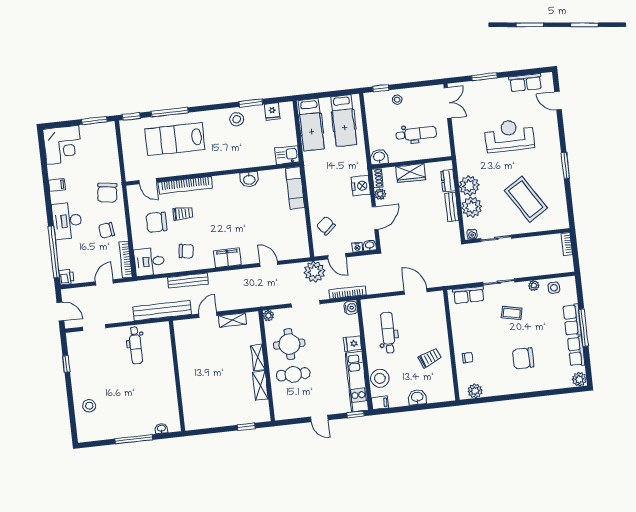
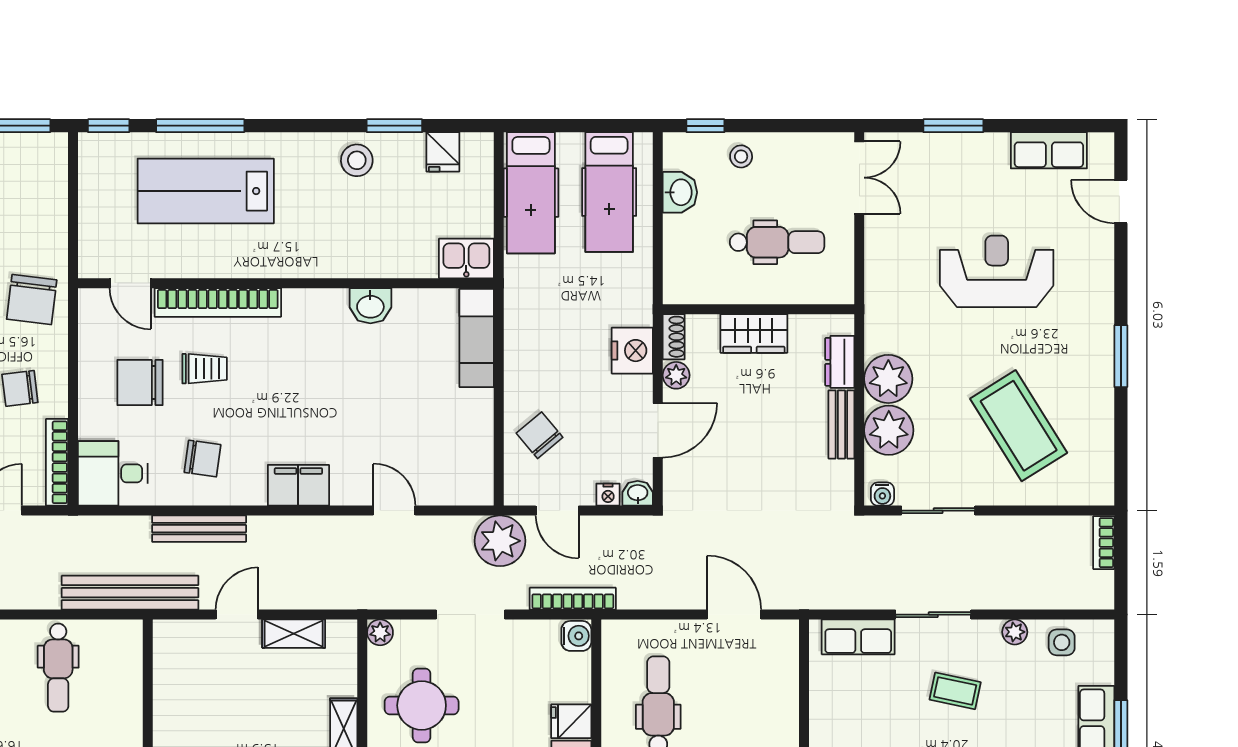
washbasin: (379, 157) -> (680, 192), moved, turned 90

